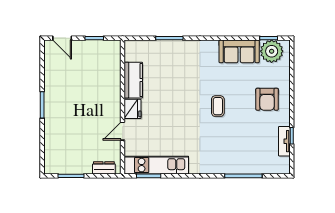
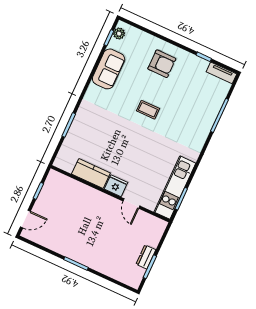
plant: (272, 51) -> (119, 34), width x0.53, depth x0.53
tv unit: (284, 141) -> (221, 73), moved
dresser: (104, 168) -> (146, 257), moved

